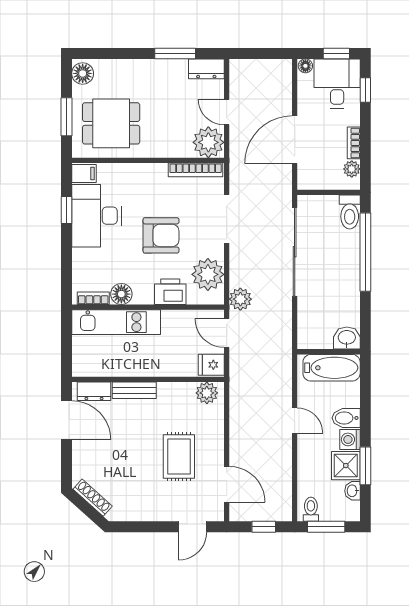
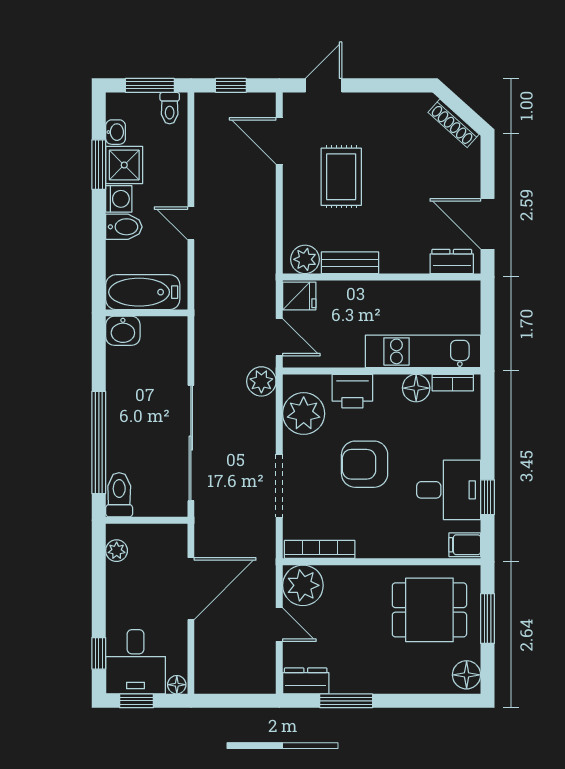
bookcase: (354, 143) -> (114, 584), removed
desk: (96, 216) -> (449, 490), width x0.73
bench: (134, 390) -> (350, 263), moved

